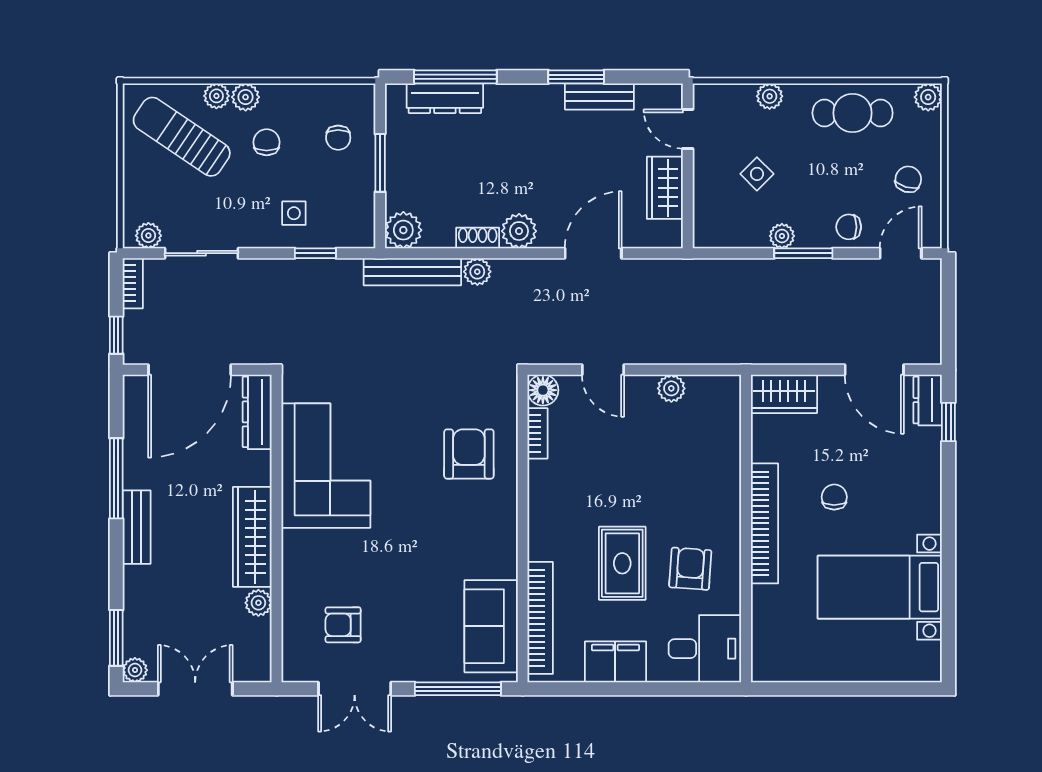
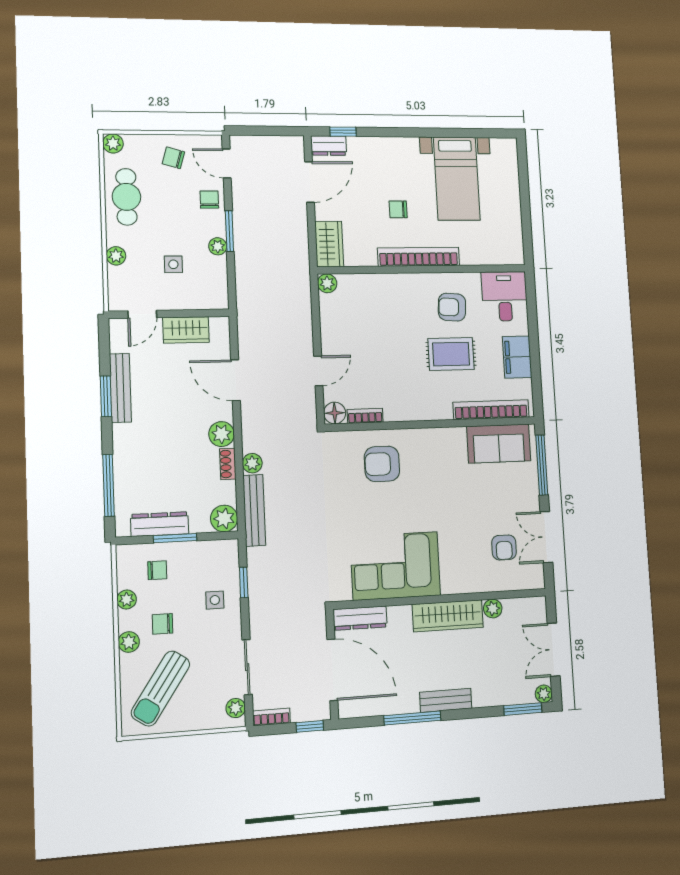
plant: (216, 96) -> (127, 599), moved
bench: (599, 96) -> (120, 388), width x1.36
dresser: (445, 98) -> (160, 524), moved, turned -90
side table: (757, 174) -> (173, 264), turned 45
chair: (849, 227) -> (209, 200), turned 180
plant: (671, 388) -> (327, 283), moved
double door: (355, 689) -> (546, 537), swing flipped

